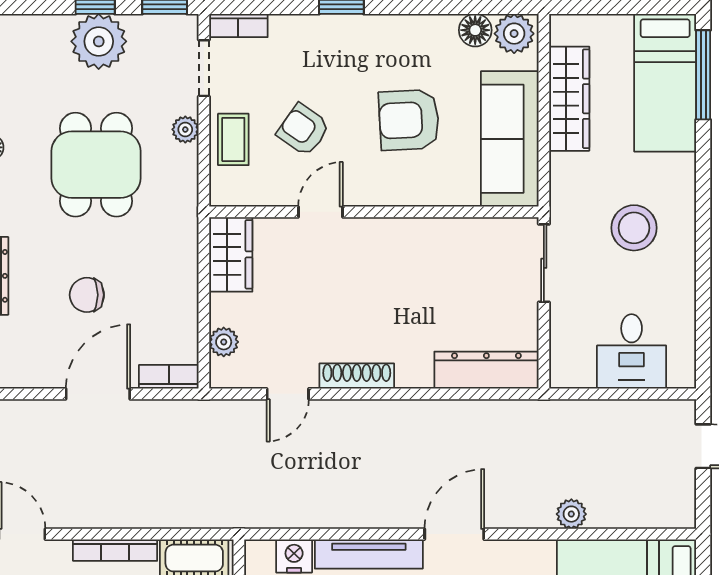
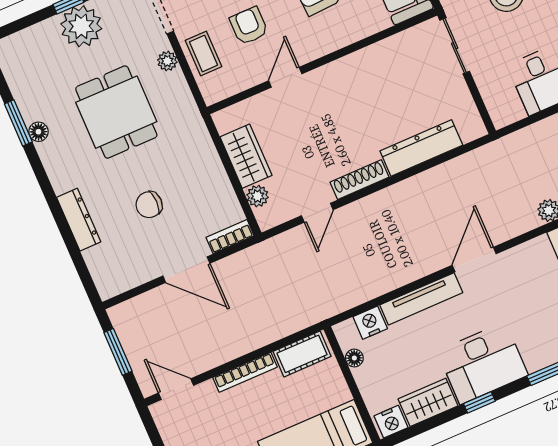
armchair: (303, 130) -> (249, 26), turned 55
wardrobe: (231, 254) -> (246, 156), moved
dresser: (486, 370) -> (421, 148), moved
door: (98, 394) -> (186, 270), swing flipped

